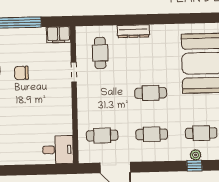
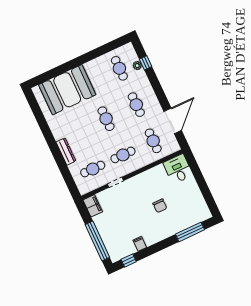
chair: (21, 73) -> (160, 206), moved
cafe table: (101, 94) -> (123, 155), added

